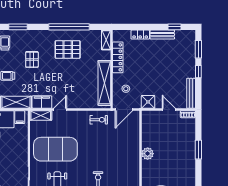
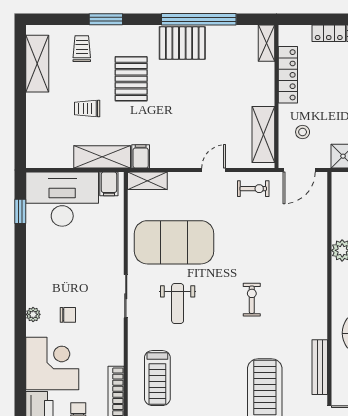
pallet: (68, 50) -> (182, 43), moved
pallet: (32, 60) -> (131, 79), width x1.50, depth x1.42
shelving: (104, 83) -> (263, 135), width x0.68
filing cabinet: (42, 102) -> (141, 156), width x0.50
door: (60, 110) -> (214, 170), moved

